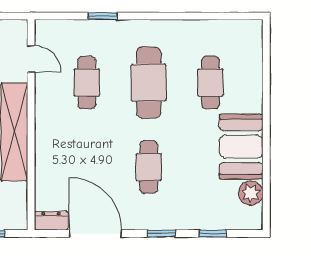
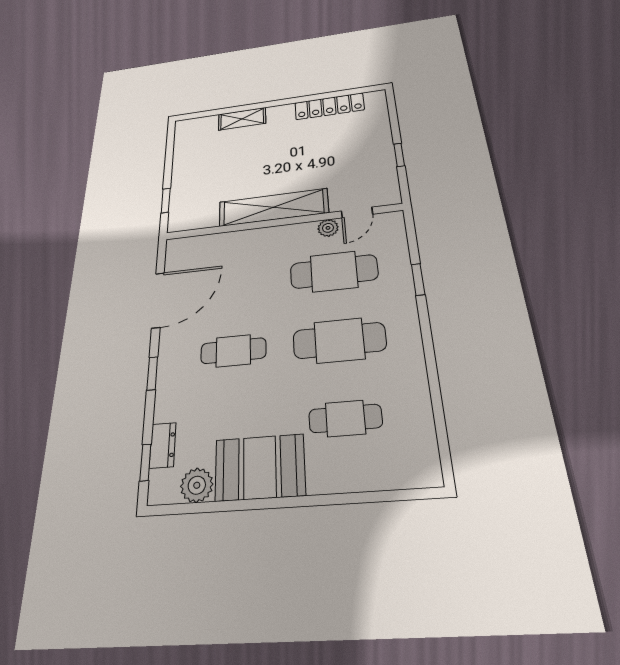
cafe table: (87, 83) -> (334, 272), width x1.37, depth x1.35
plant: (43, 85) -> (328, 228), added
dresser: (51, 221) -> (163, 445), moved
window: (213, 234) -> (145, 462), moved

